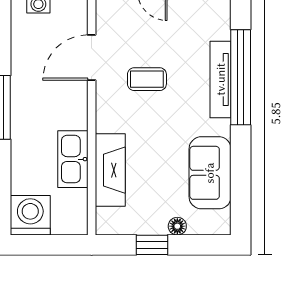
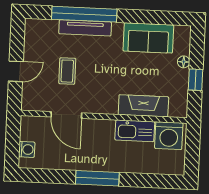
coffee table: (147, 79) -> (67, 71), moved
washing machine: (30, 215) -> (169, 136), moved, turned -90

